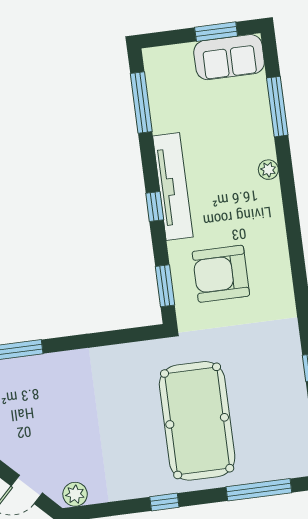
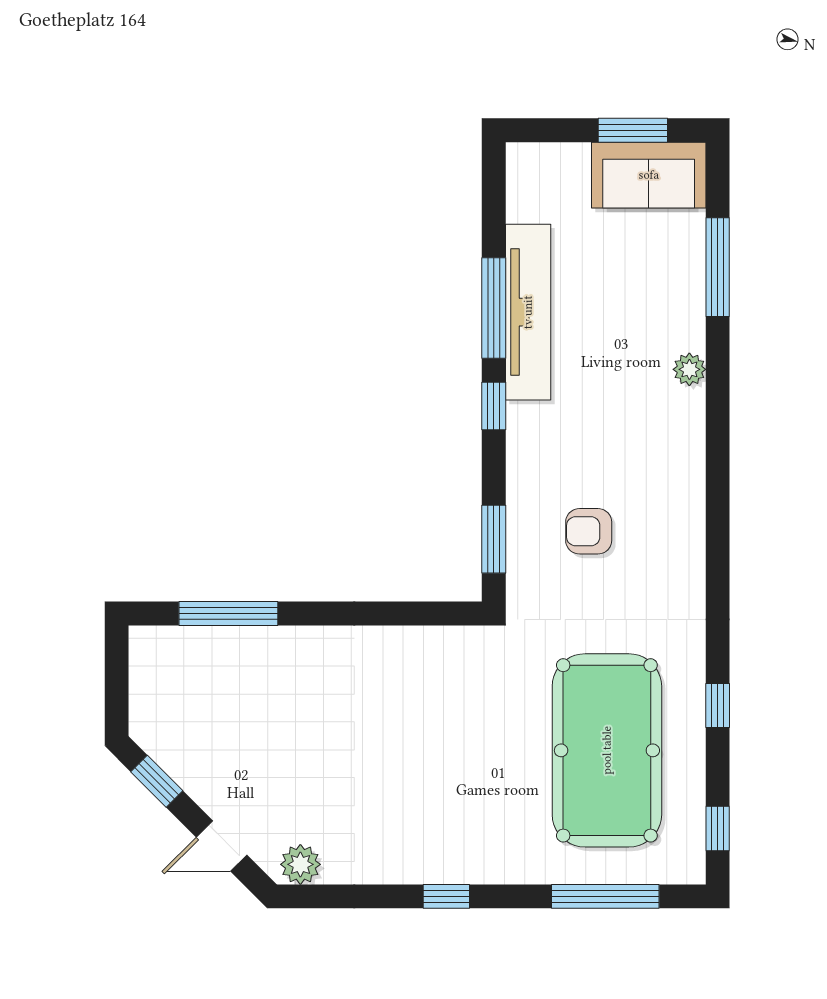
window: (141, 103) -> (494, 308), moved
tv unit: (173, 187) -> (528, 312), moved
armchair: (221, 274) -> (589, 531), width x0.53, depth x0.53
pool table: (197, 421) -> (607, 750), moved

